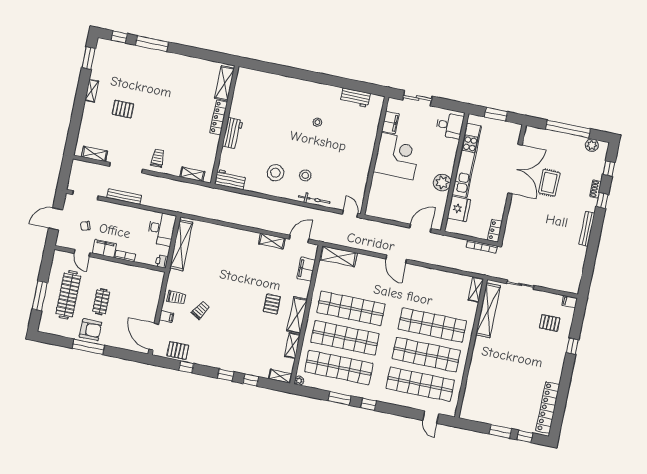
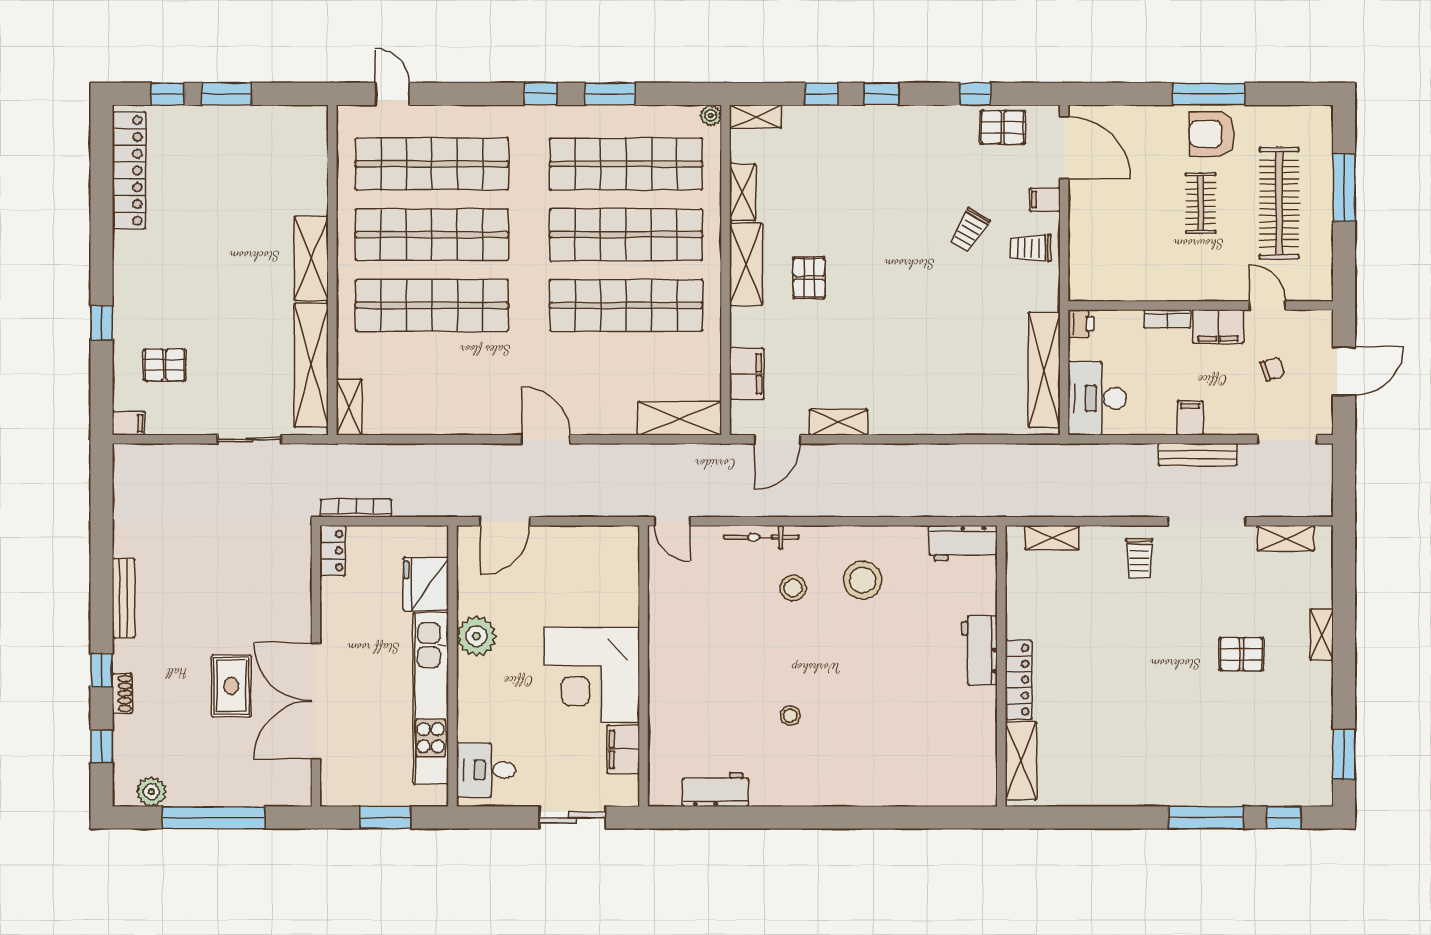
shelving: (92, 91) -> (1322, 634), moved
filing cabinet: (124, 212) -> (1190, 418), added
shelving: (479, 355) -> (311, 258), added

